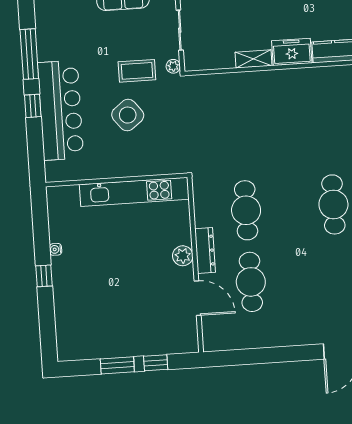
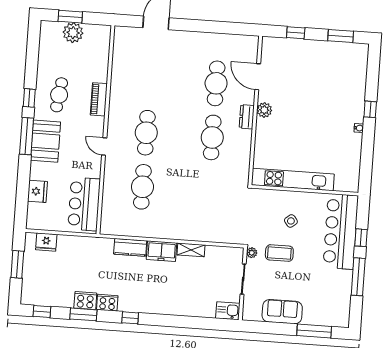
side table: (128, 115) -> (291, 221), width x0.54, depth x0.54
cafe table: (329, 133) -> (142, 187), added
wall: (116, 180) -> (305, 190), moved
kitchen unit: (134, 192) -> (293, 180), moved
dresser: (205, 251) -> (247, 117), width x0.70
window: (117, 365) -> (341, 36), moved

